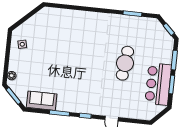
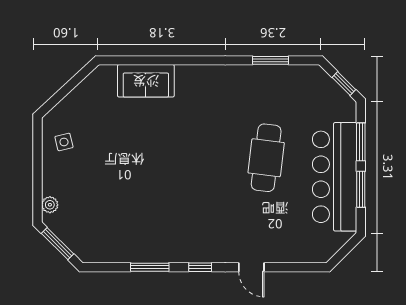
bar counter: (158, 84) -> (335, 177), width x1.36
sofa: (42, 101) -> (146, 81), moved, turned 180

